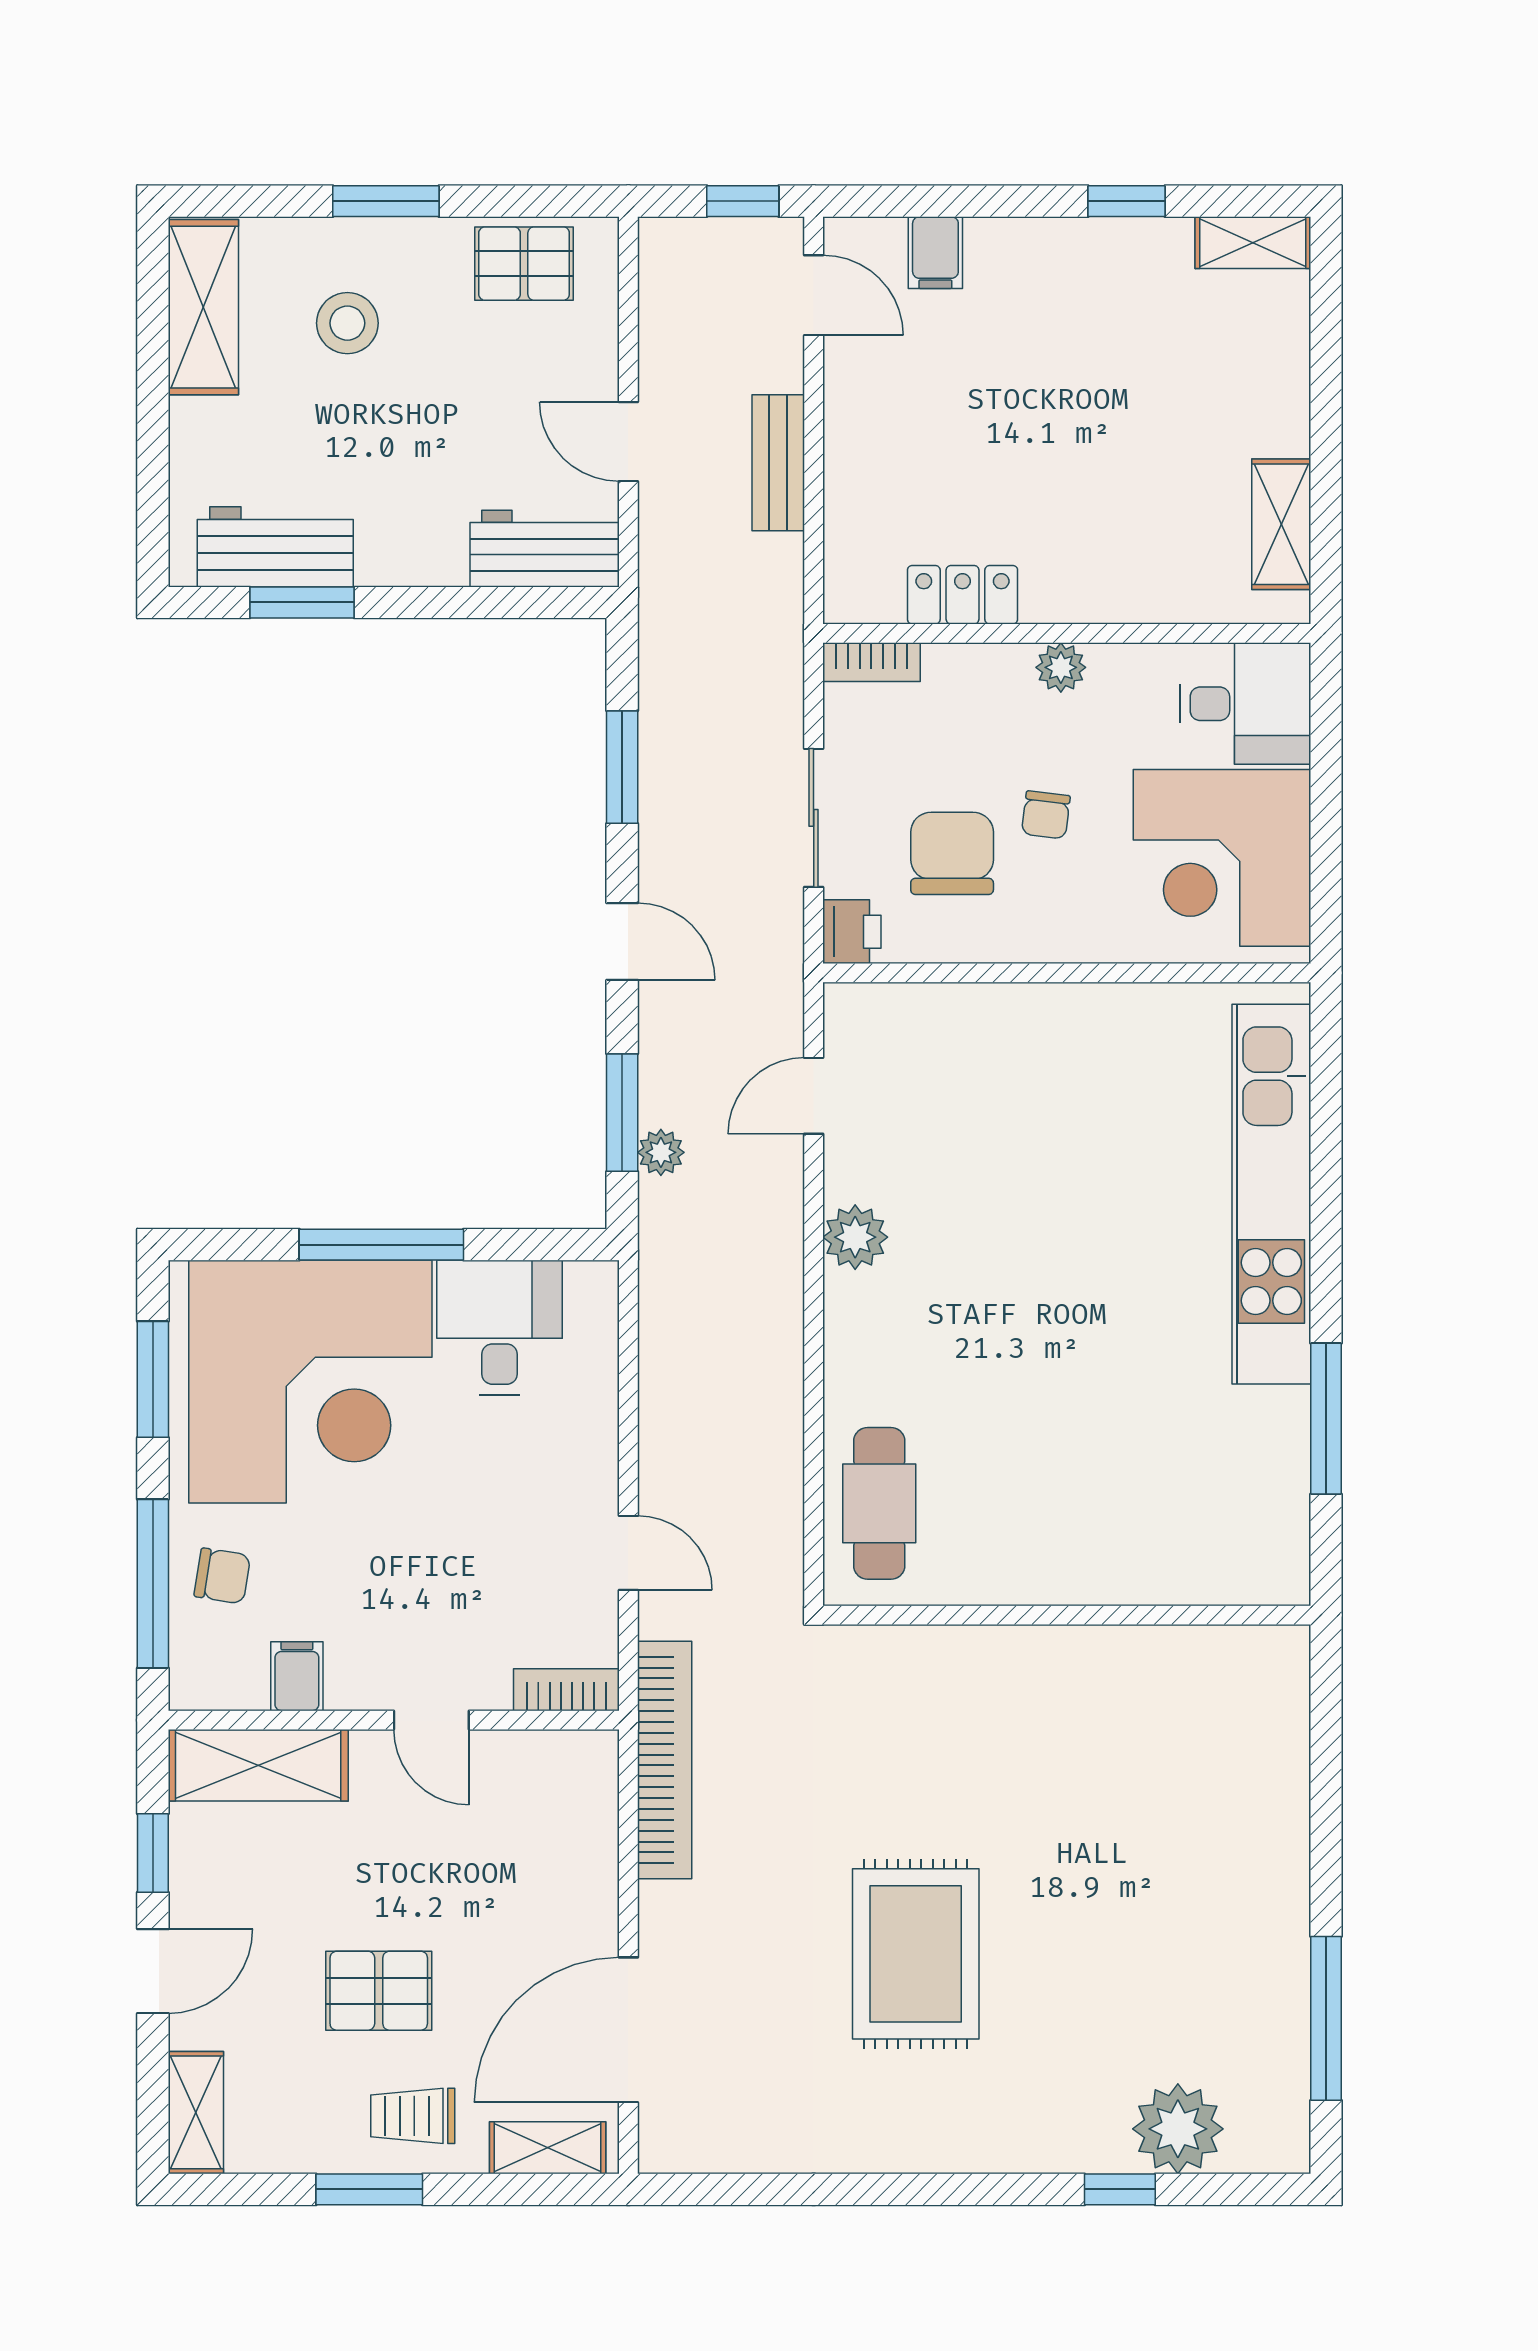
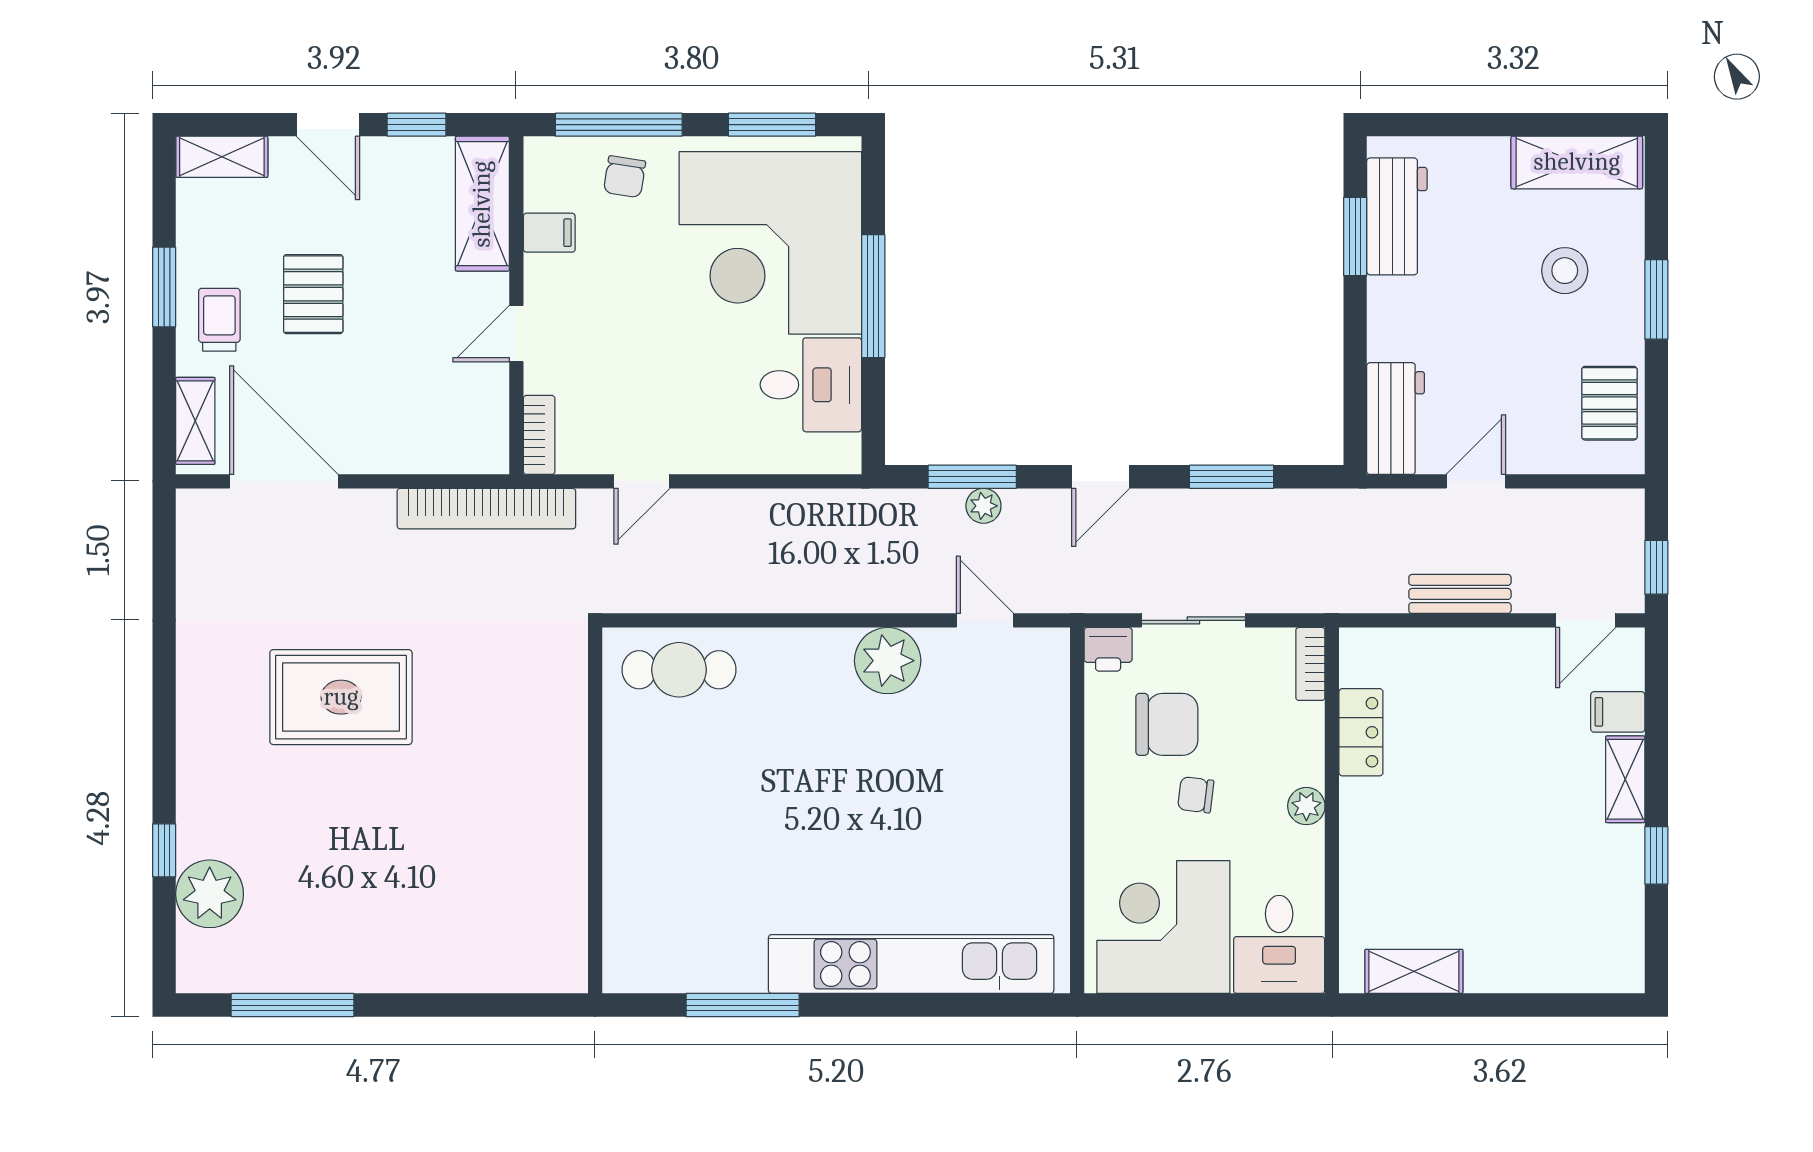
shelving: (1253, 243) -> (1625, 779), moved
plant: (661, 1152) -> (983, 506), moved
plant: (855, 1237) -> (888, 661), width x1.36, depth x1.36

